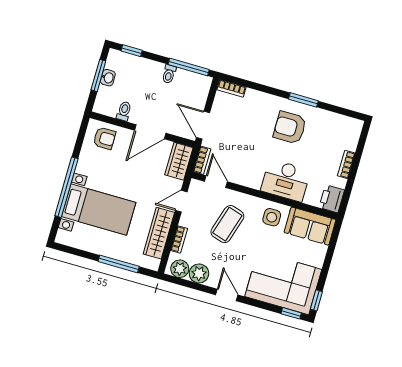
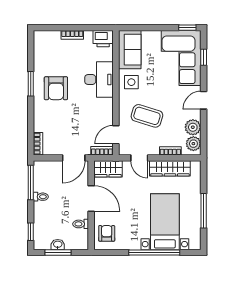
window: (119, 264) -> (204, 211), moved
window: (291, 313) -> (204, 57), moved

